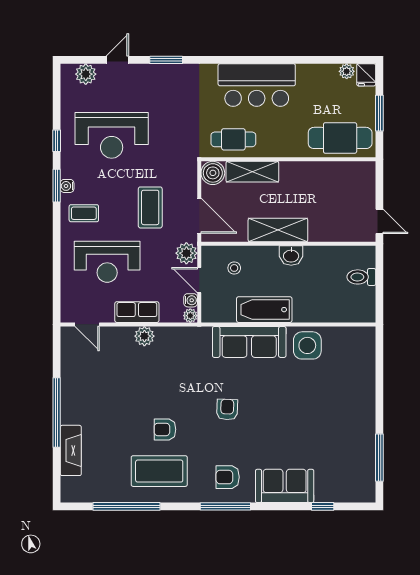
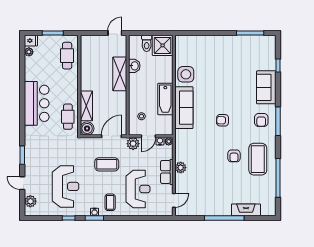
cafe table: (340, 138) -> (67, 56), width x0.73, depth x0.74
shelving: (278, 230) -> (120, 74), moved
washbasin: (291, 255) -> (134, 66), moved
shower: (358, 305) -> (163, 45), added

